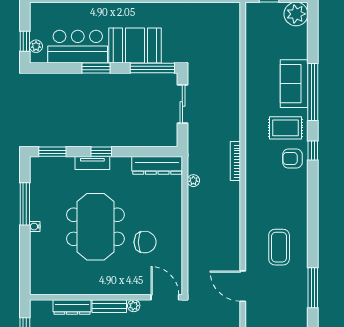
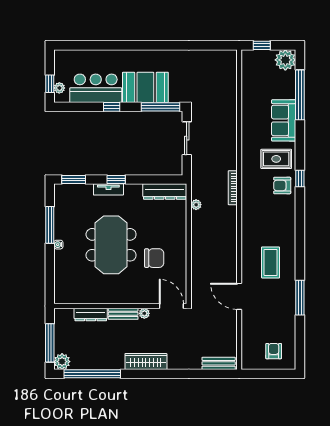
window: (96, 68) -> (112, 107), width x0.67
window: (313, 92) -> (300, 95), moved

